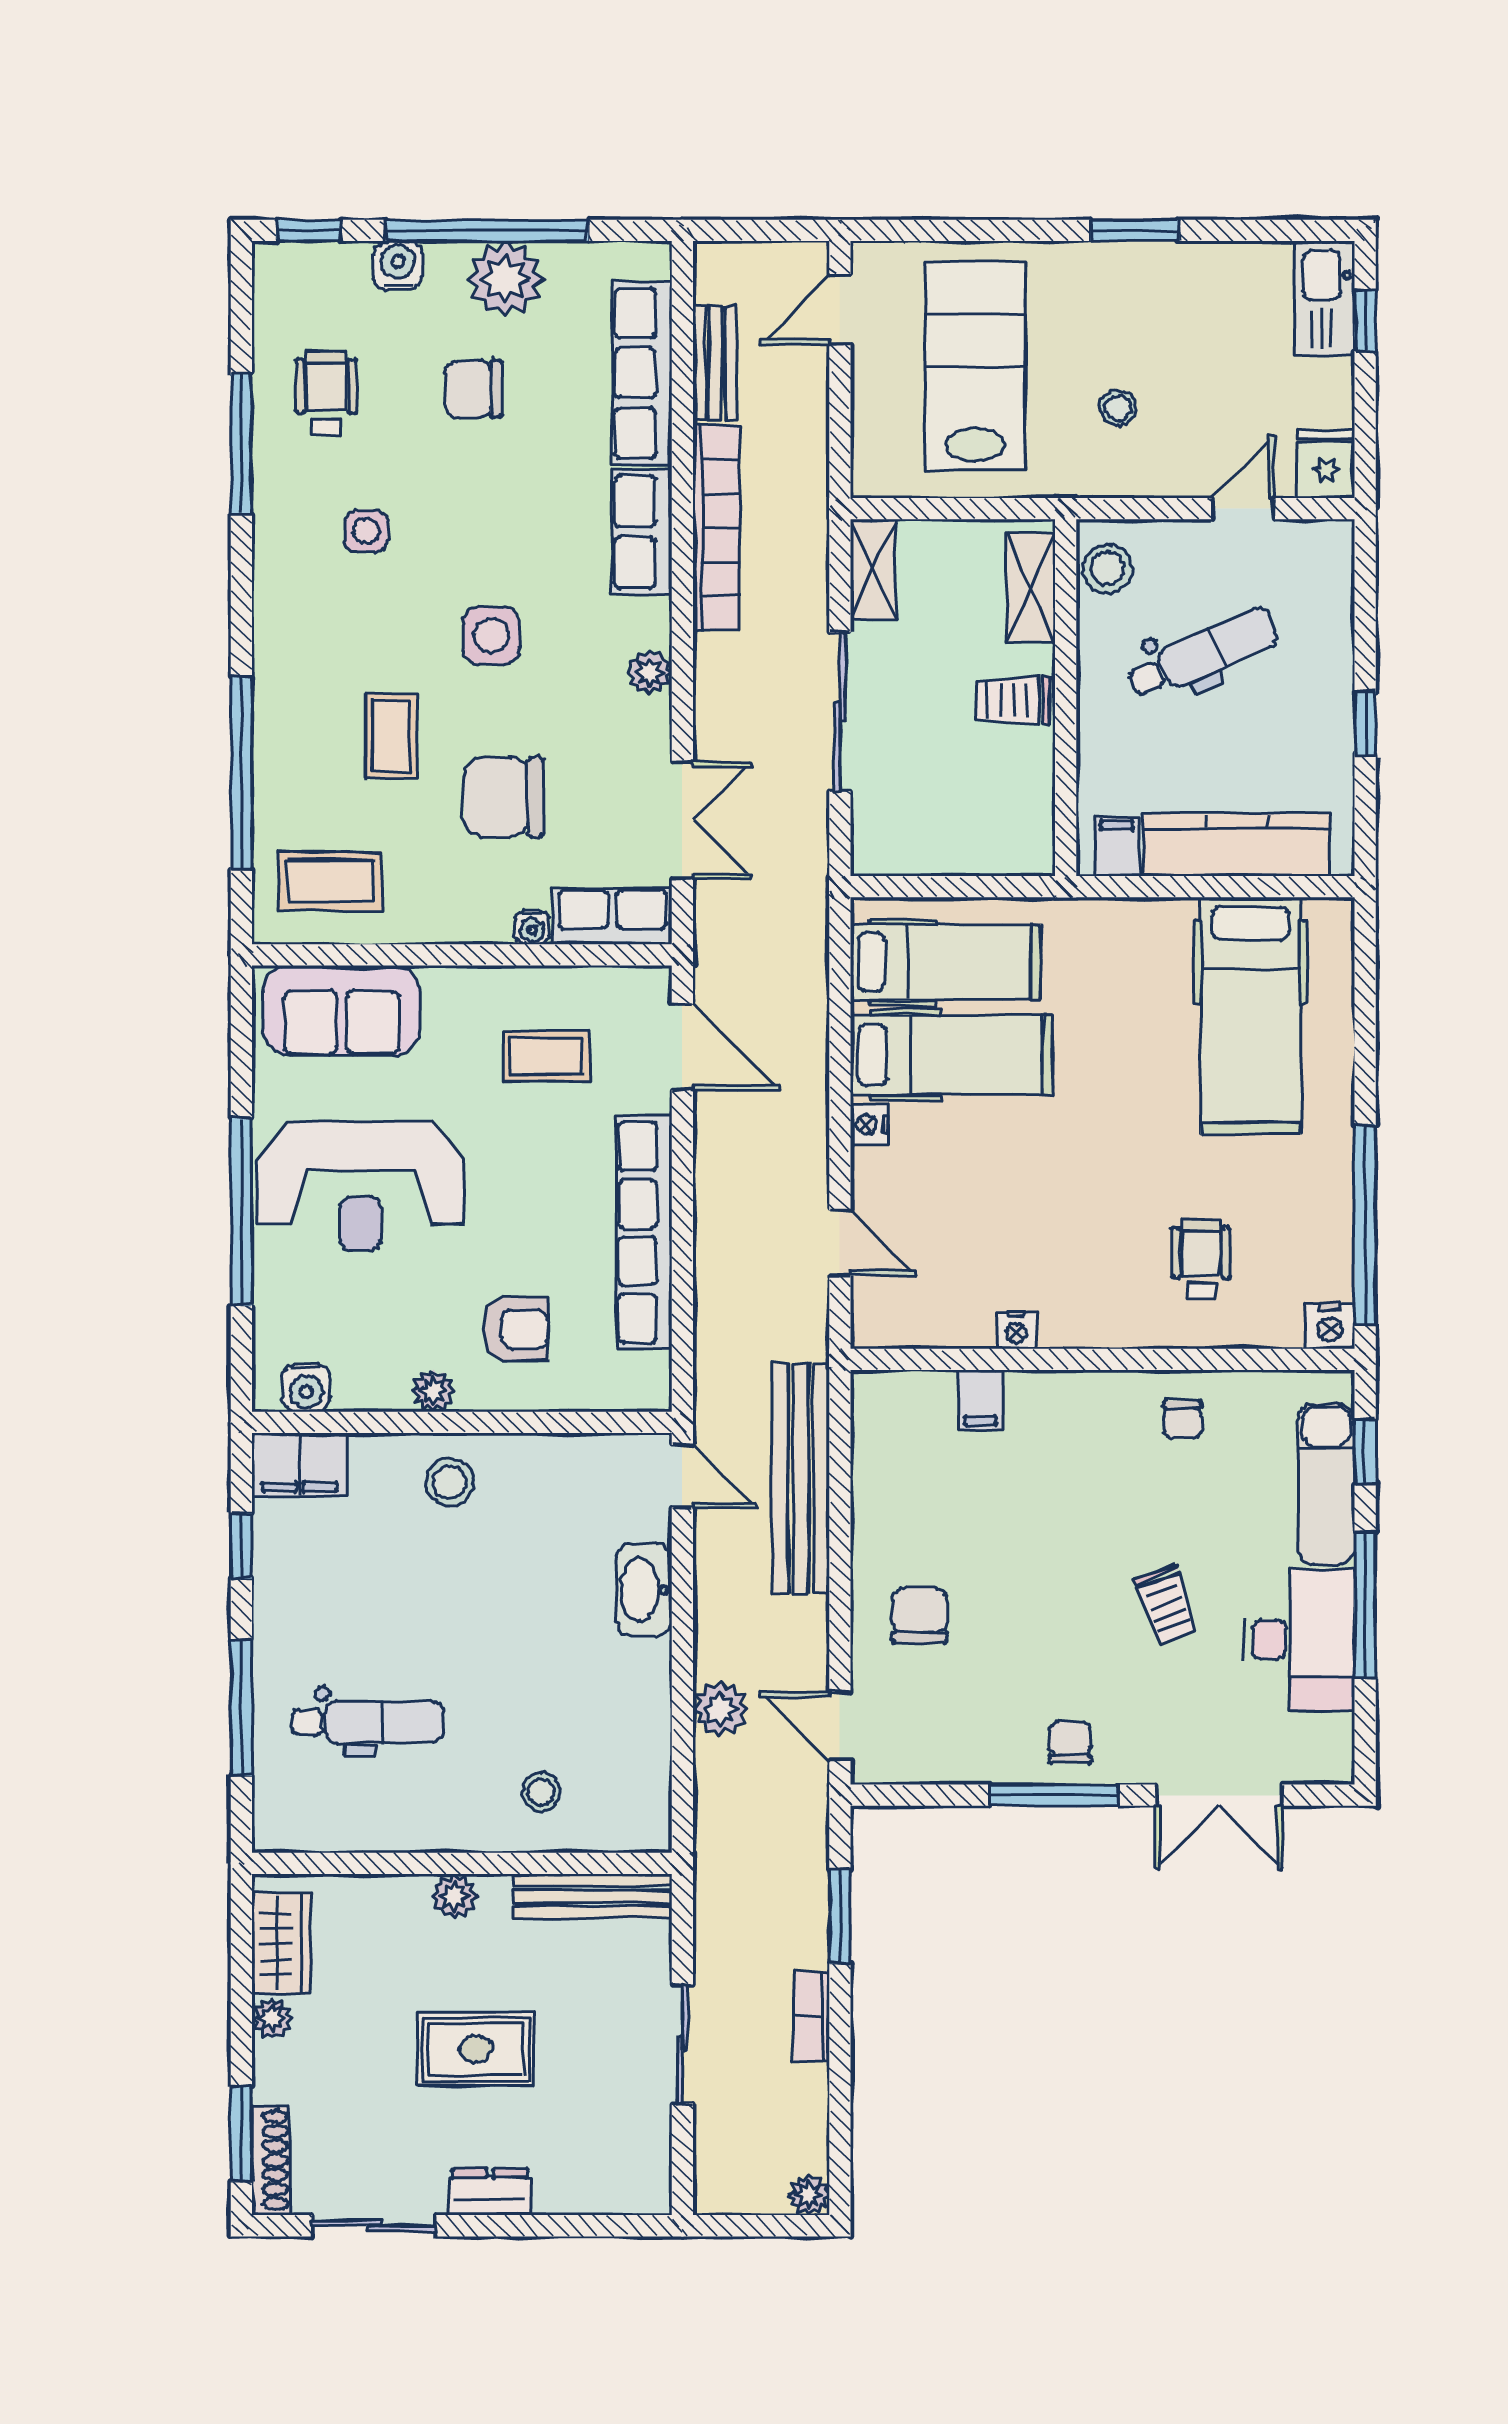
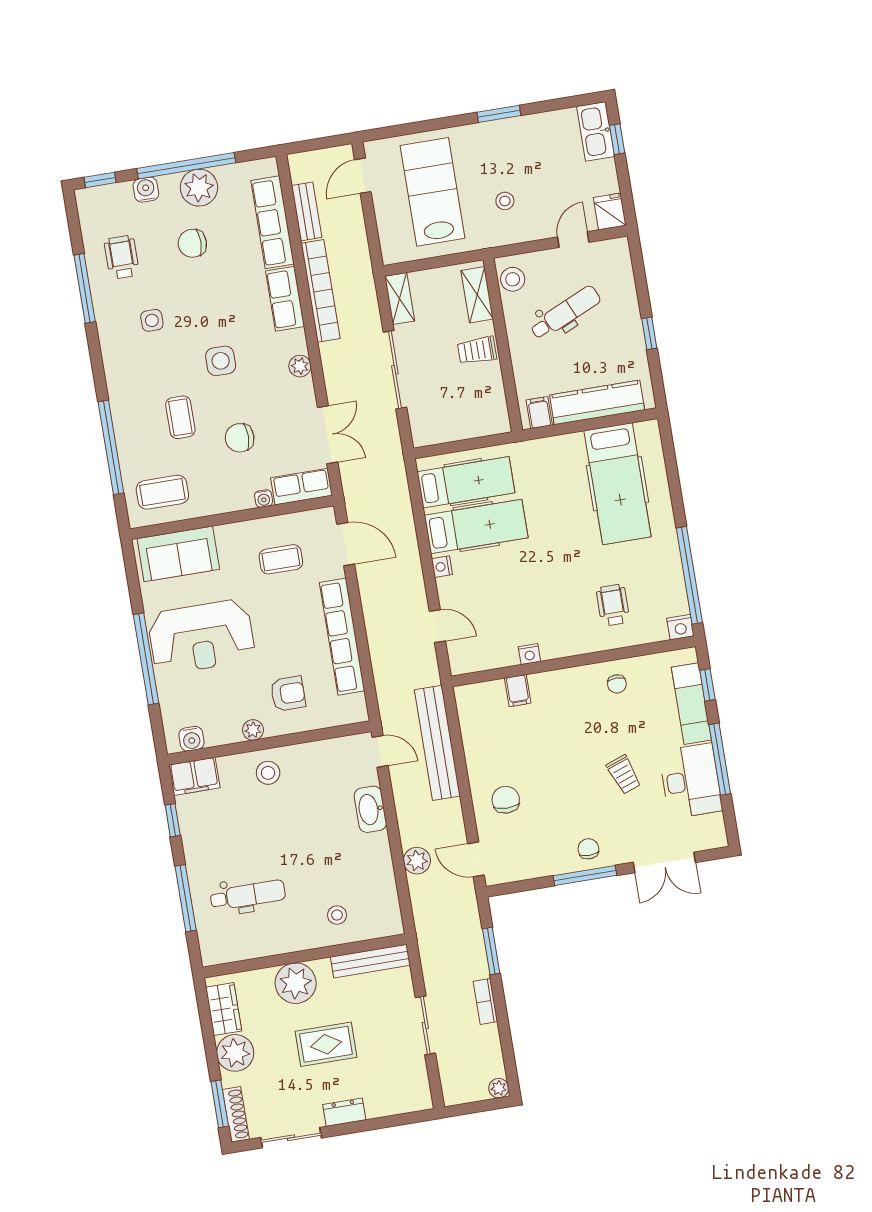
chair: (504, 797) -> (240, 438), width x0.73, depth x0.73
plant: (454, 1896) -> (296, 983), width x1.88, depth x1.88
plant: (272, 2018) -> (235, 1053), width x1.88, depth x1.88

